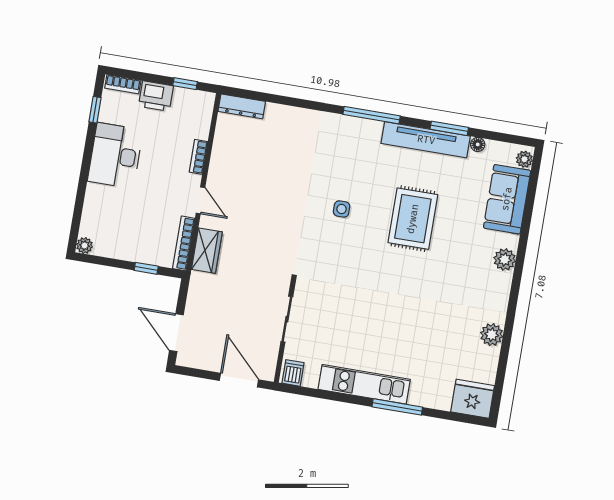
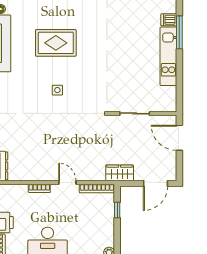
door: (200, 200) -> (67, 182), hinge flipped
wardrobe: (207, 251) -> (120, 173), moved
dishwasher: (293, 373) -> (169, 20), moved
door: (239, 380) -> (179, 138), hinge flipped

